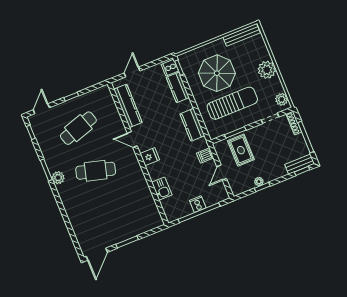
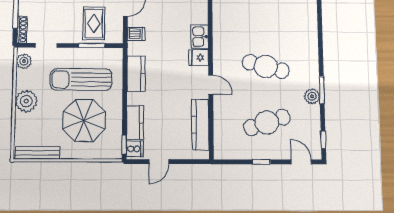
door: (132, 72) -> (159, 162), moved
door: (41, 109) -> (301, 162), swing flipped
plant: (58, 178) -> (312, 96), moved
kitchen sink: (162, 189) -> (200, 37), moved

